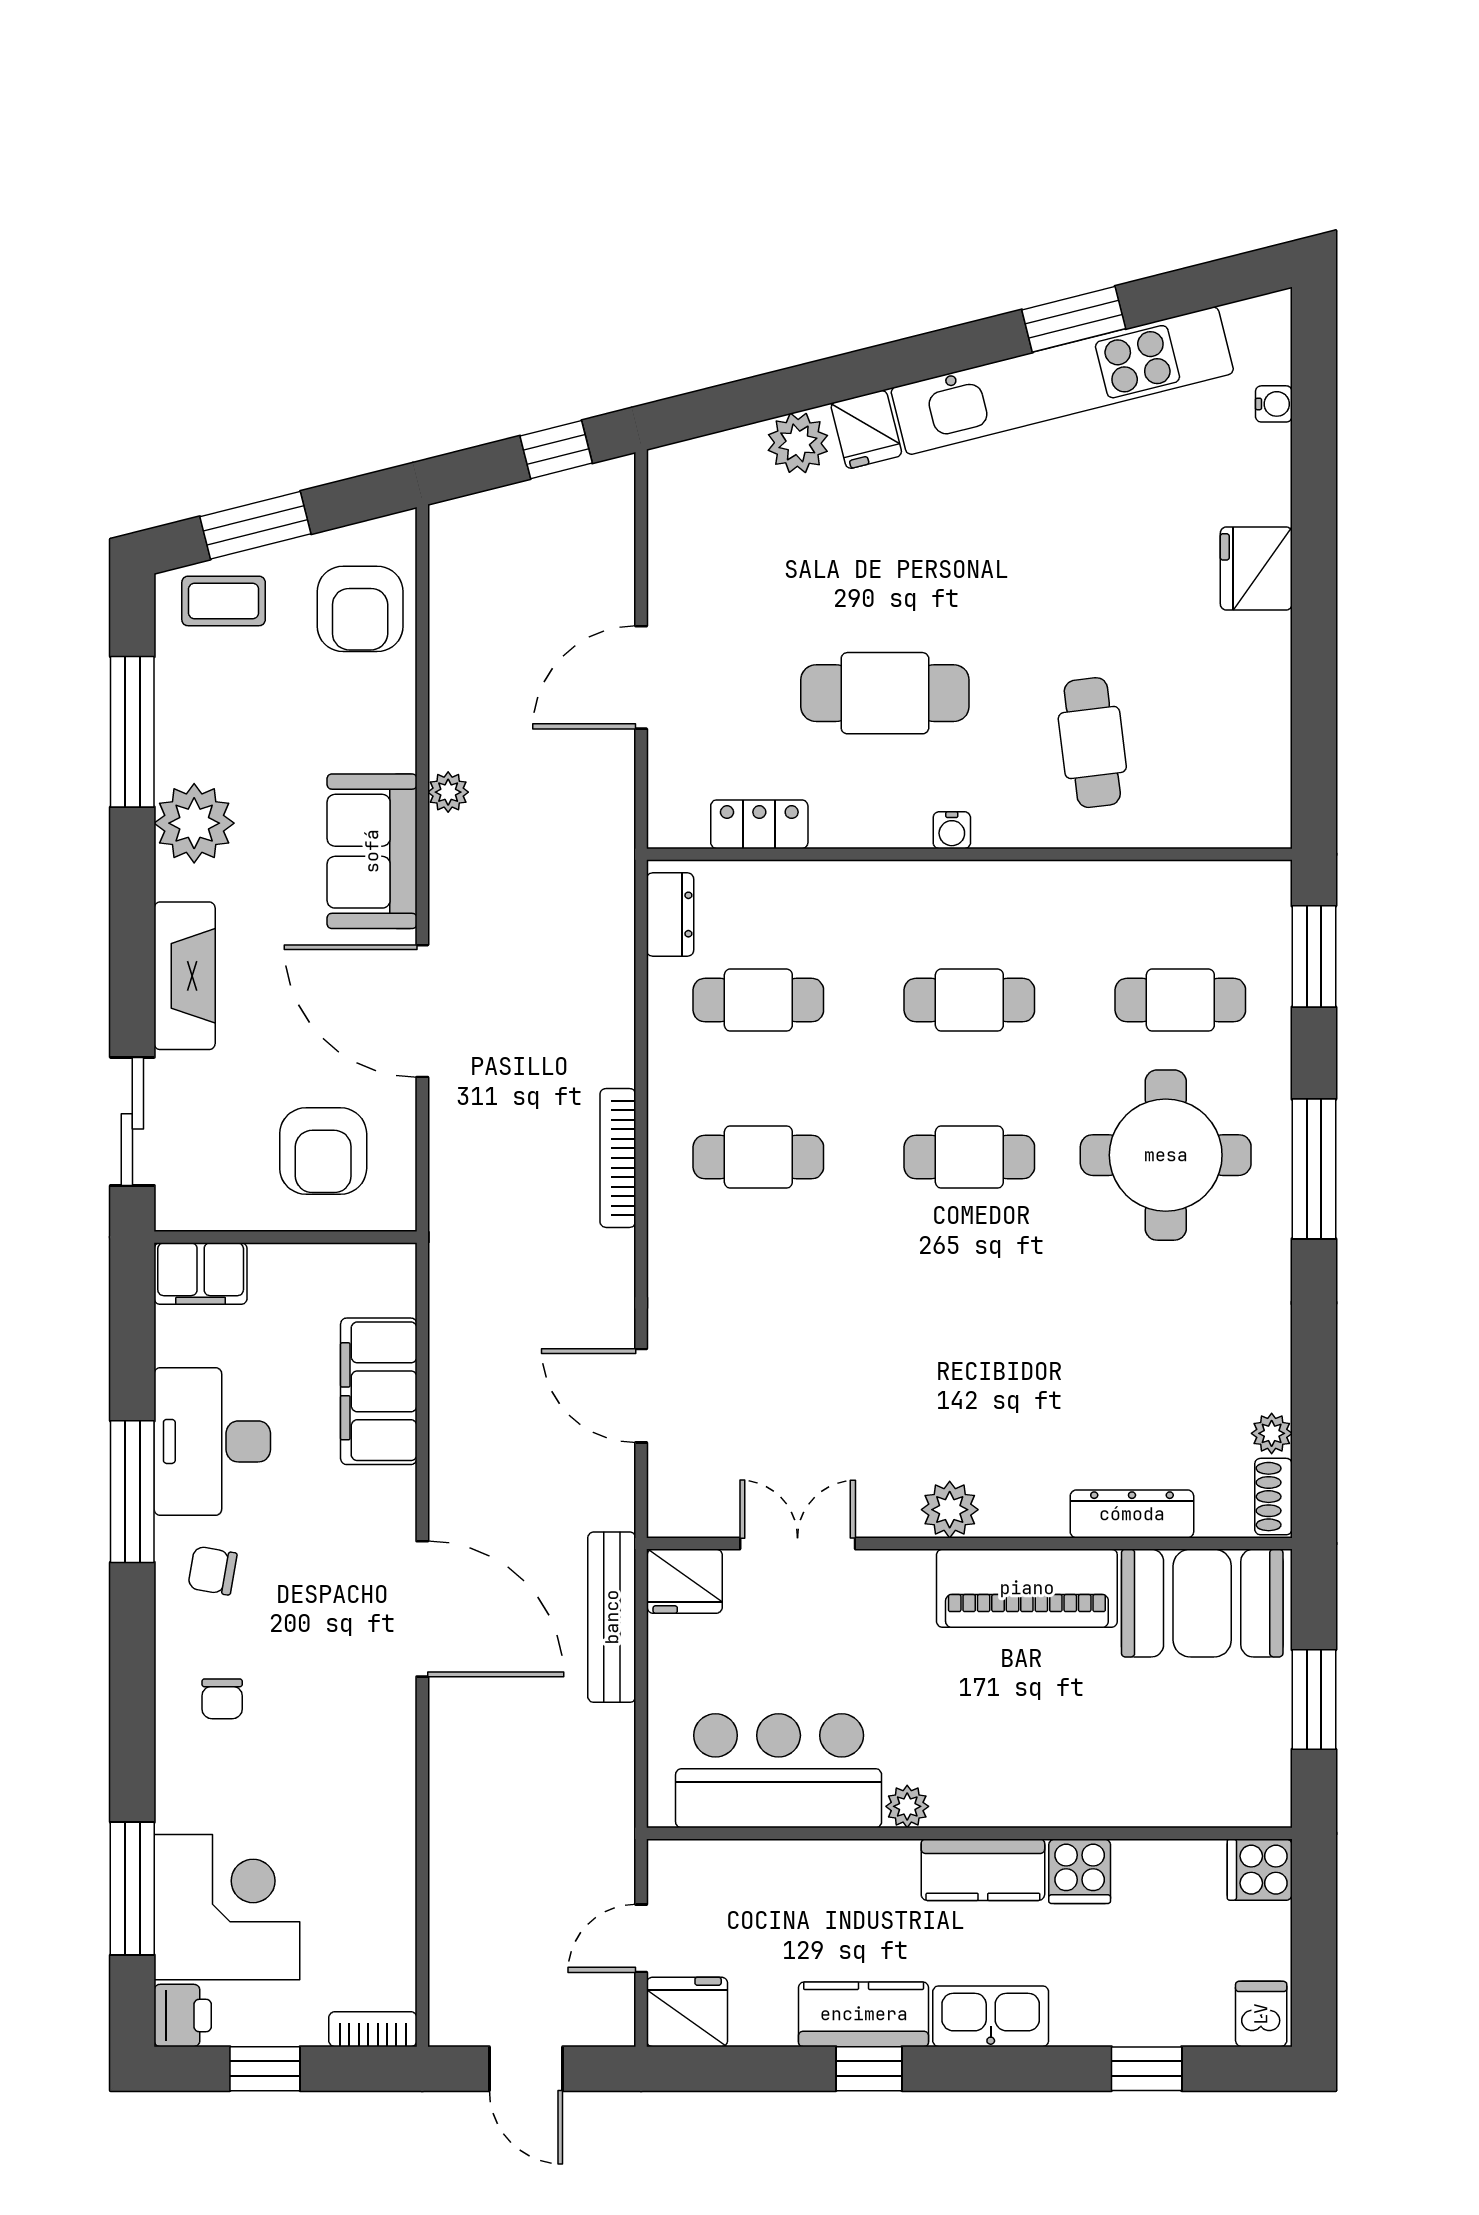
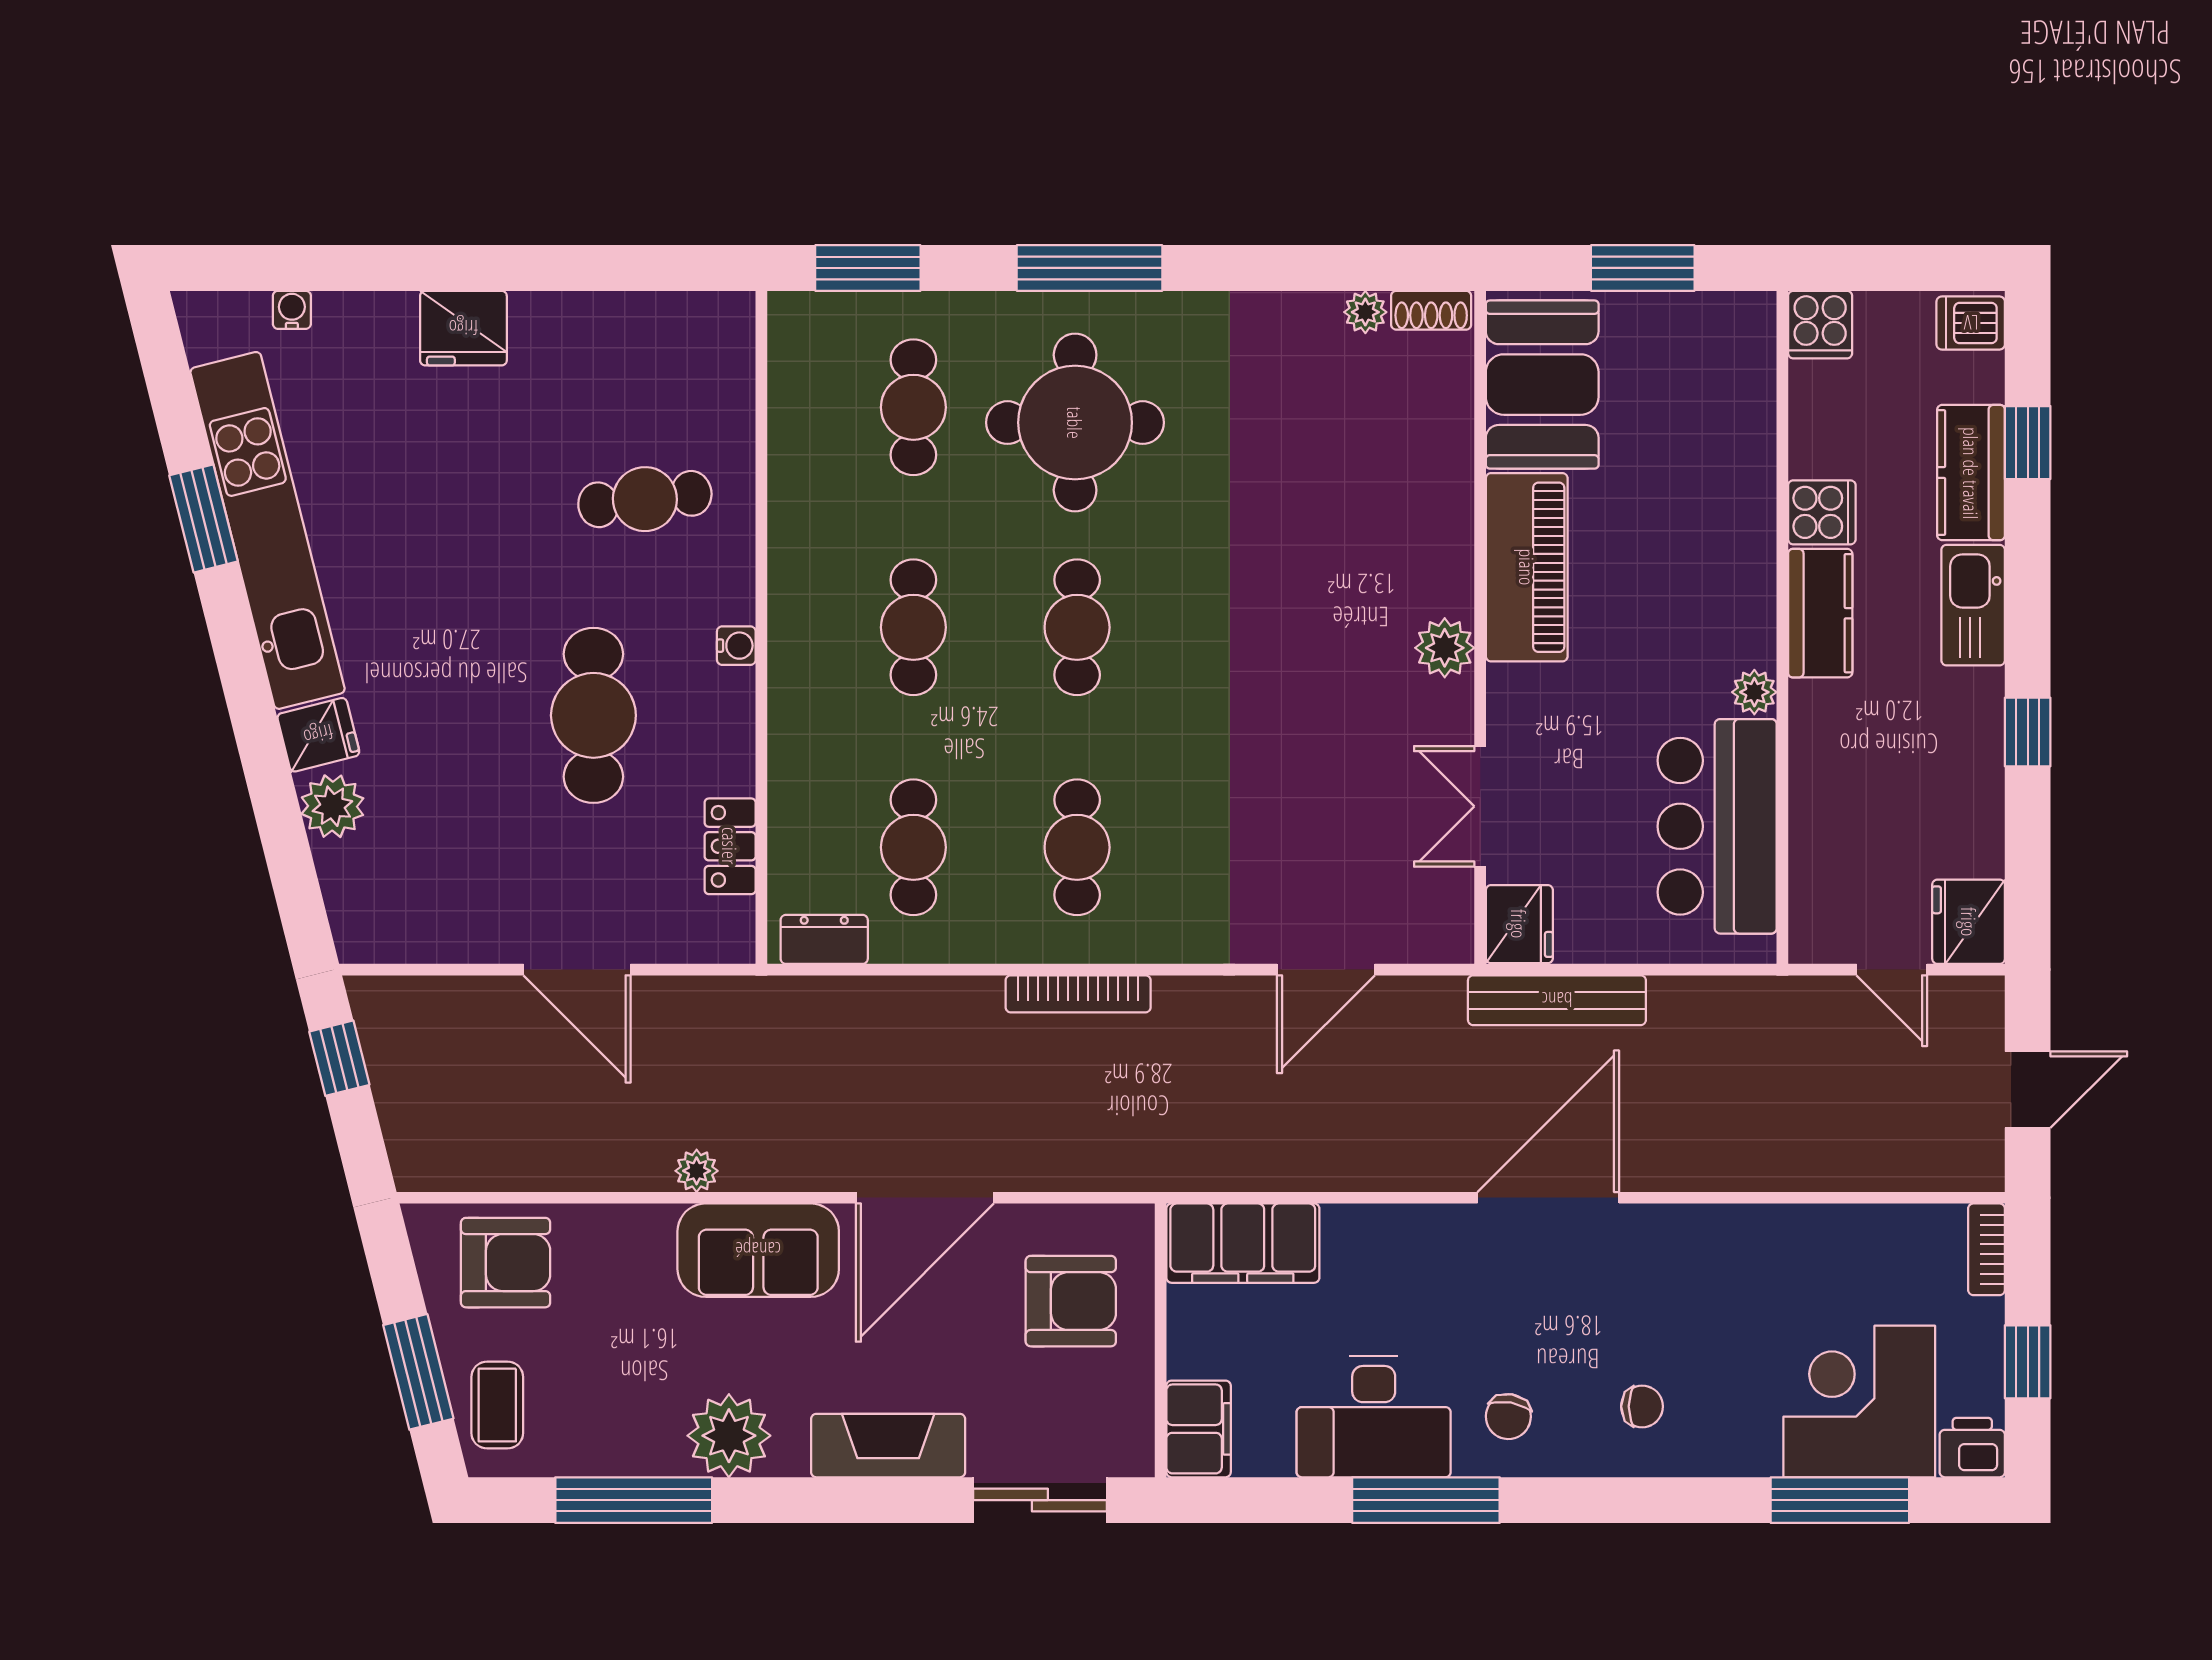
filing cabinet: (379, 1391) -> (1243, 1243), moved
dresser: (1132, 1514) -> (1449, 458), removed
kitchen counter: (864, 2014) -> (1971, 473), moved

